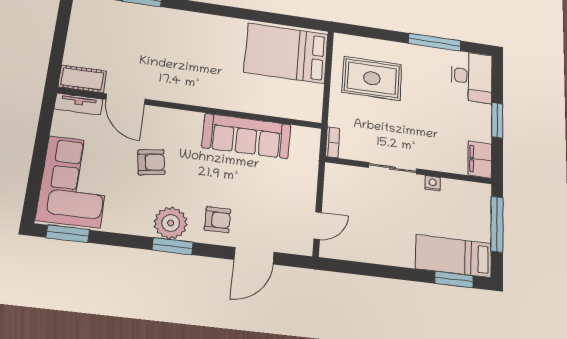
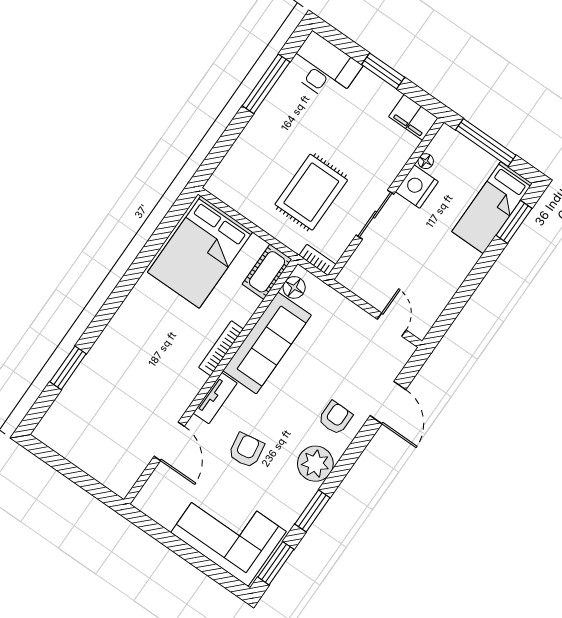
rug: (372, 78) -> (311, 192), moved
cot: (82, 79) -> (267, 272), moved
door: (126, 99) -> (169, 441), hinge flipped
bookcase: (222, 103) -> (221, 348), added
tv unit: (79, 104) -> (215, 398), moved
floor lamp: (301, 135) -> (294, 287), added
nightstand: (433, 183) -> (417, 187), width x1.89, depth x1.79
floor lamp: (455, 186) -> (426, 161), added
window: (173, 246) -> (312, 511), moved

